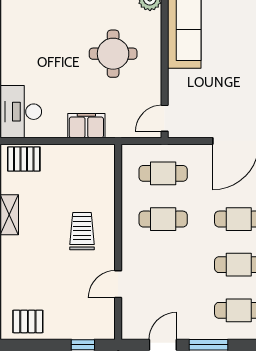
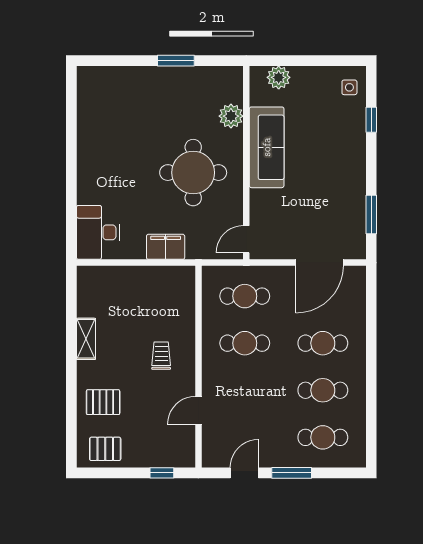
round table: (113, 54) -> (193, 173), width x1.36, depth x1.36
pallet: (24, 159) -> (103, 402), moved
trolley: (82, 231) -> (161, 356), width x0.73, depth x0.72

